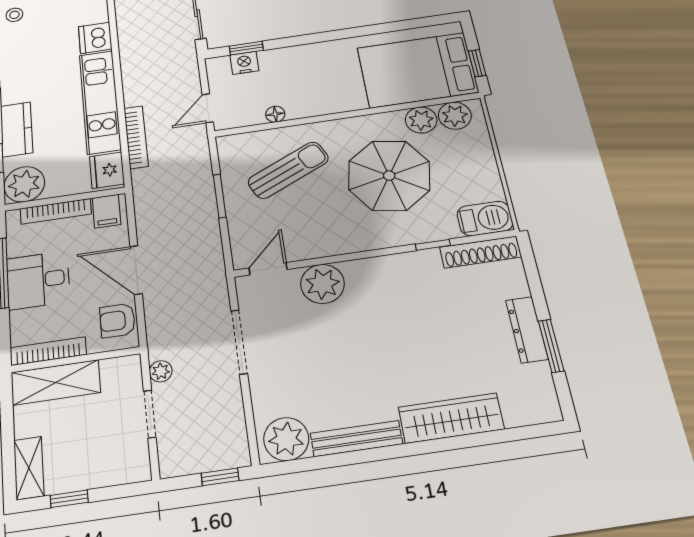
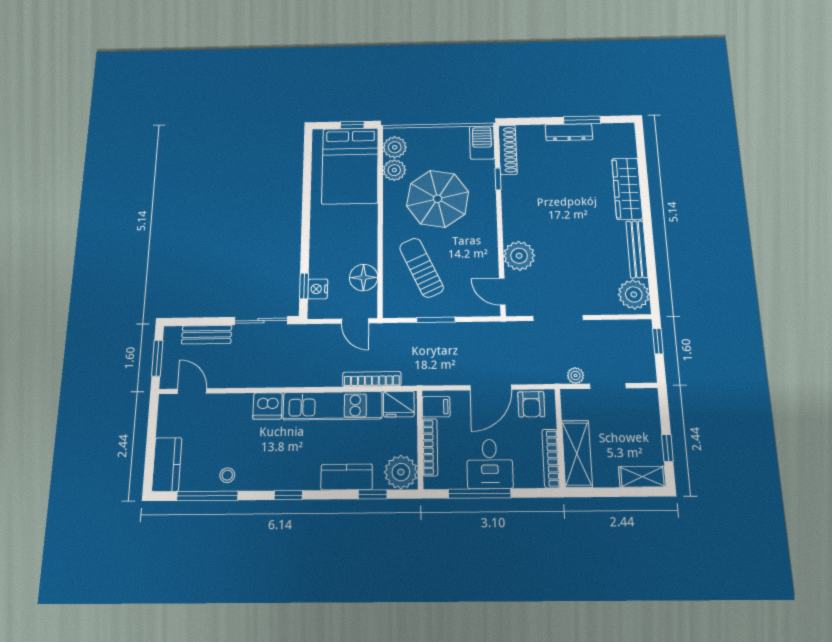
floor lamp: (275, 114) -> (364, 278), width x1.89, depth x1.89

